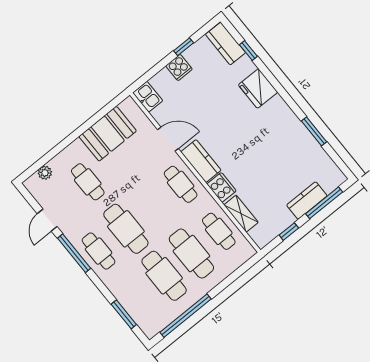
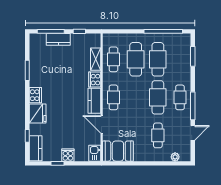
cooker: (279, 109) -> (35, 95), added
booth: (108, 134) -> (118, 151), moved

